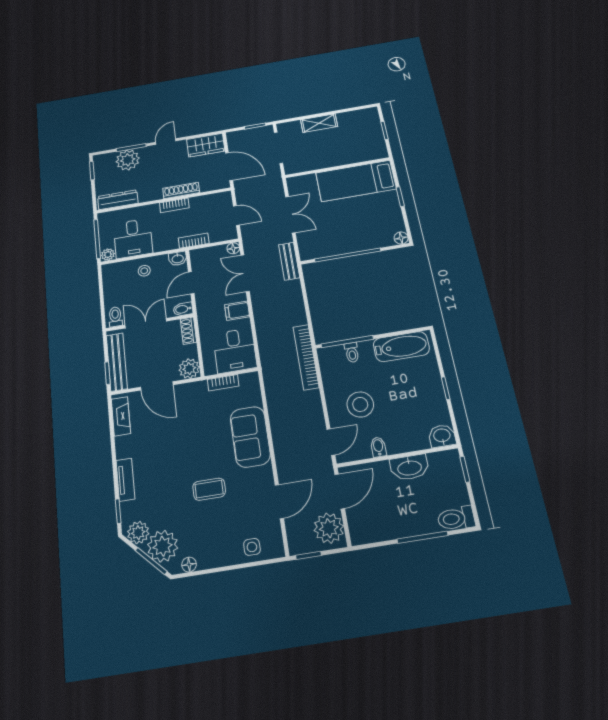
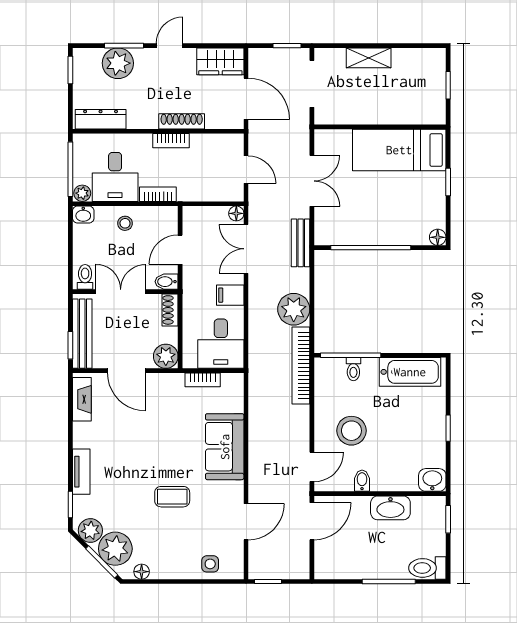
bookcase: (194, 241) -> (158, 194), moved
washbasin: (178, 259) -> (83, 215), moved
plant: (329, 528) -> (294, 309), moved

